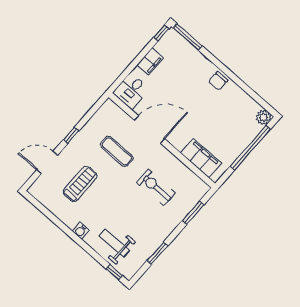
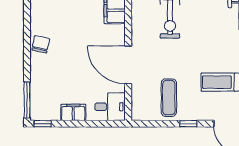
chair: (218, 81) -> (41, 44), turned -78
exercise mat: (117, 151) -> (169, 98), moved

